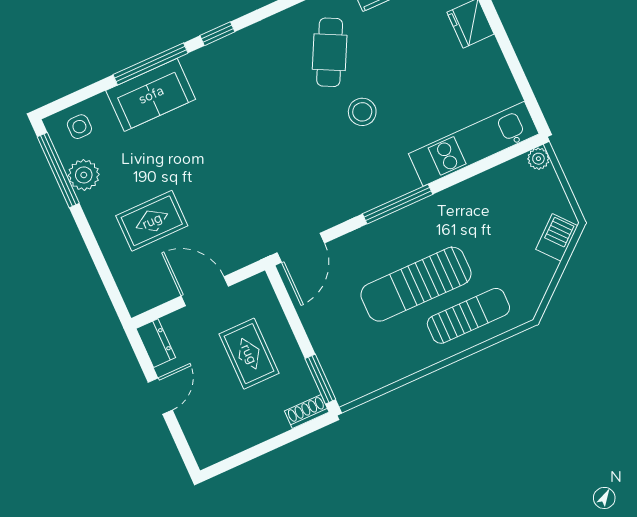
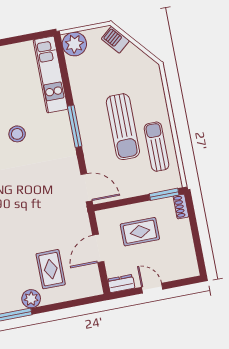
plant: (538, 159) -> (74, 44), width x1.88, depth x1.88
plant: (84, 175) -> (31, 299), moved
sun lounger: (468, 316) -> (157, 147), moved

